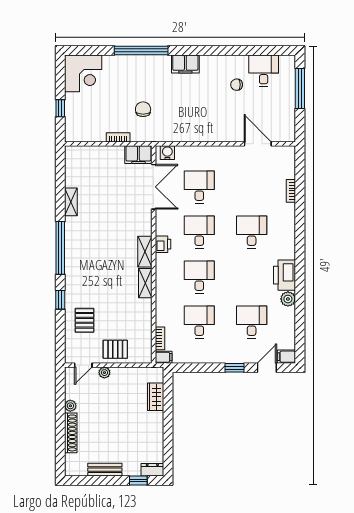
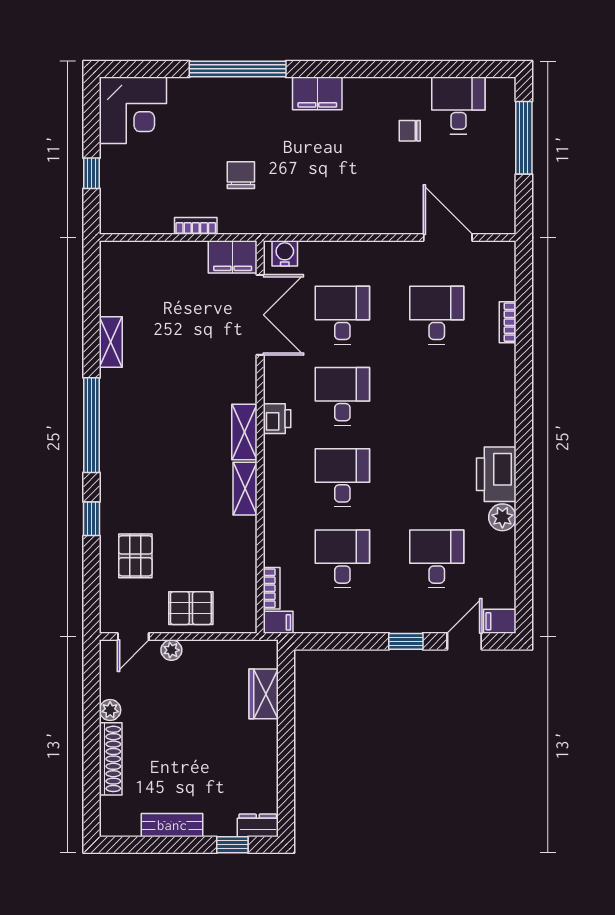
desk: (252, 232) -> (437, 315), moved

